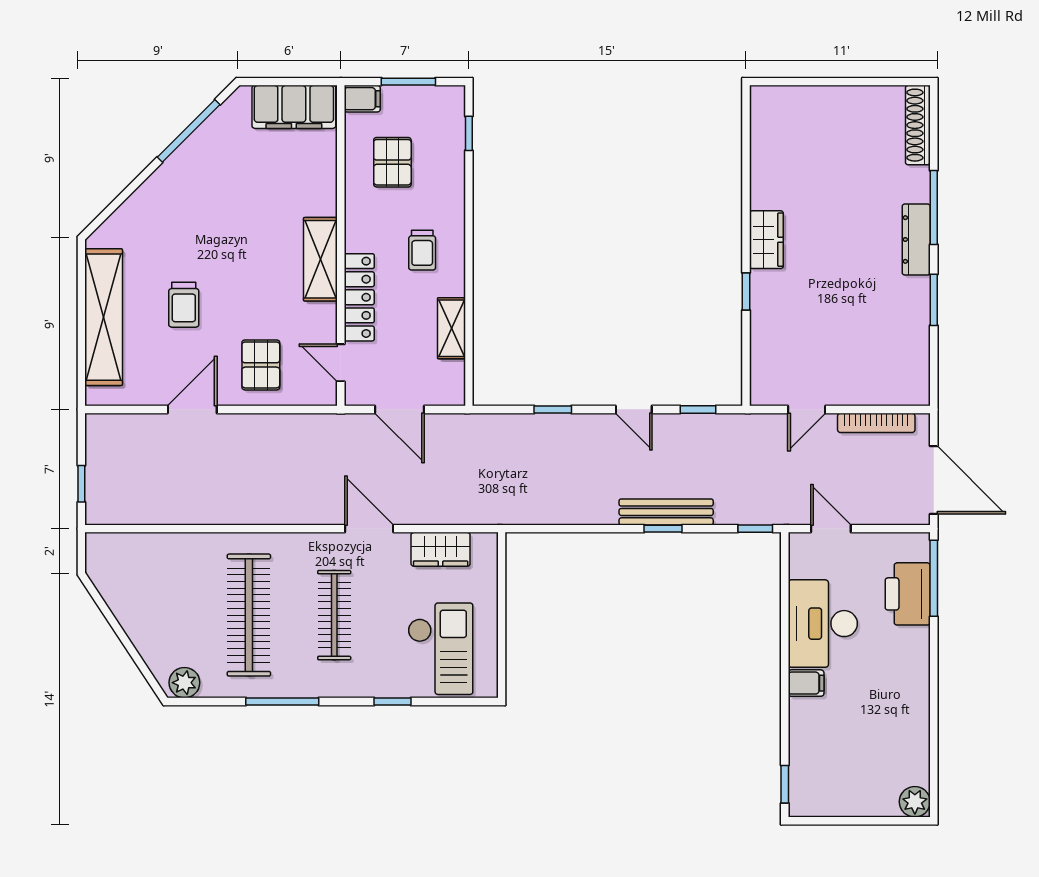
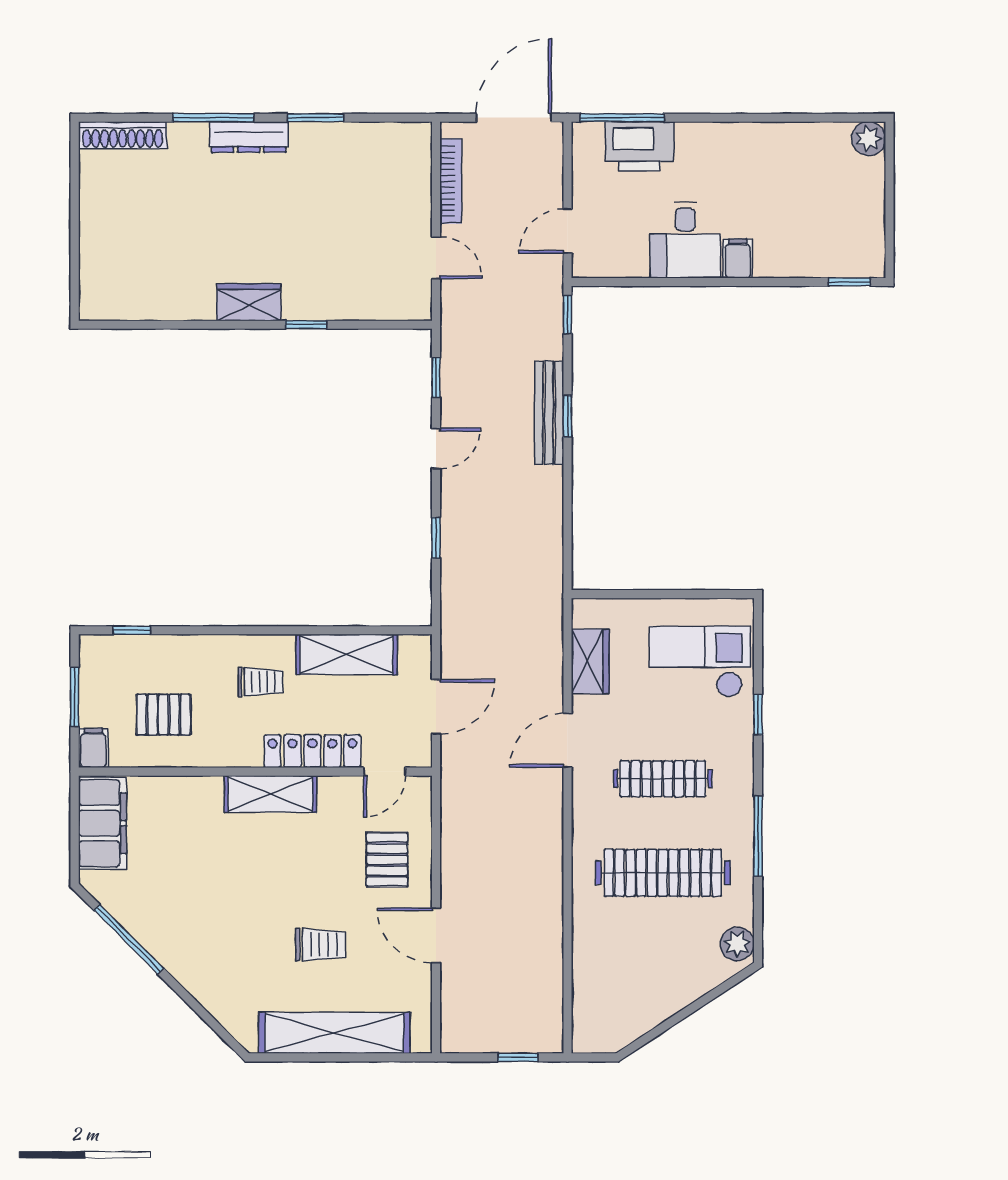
shelving: (451, 328) -> (347, 654), width x1.50, depth x1.33
pallet: (261, 365) -> (387, 860), turned 90
desk: (823, 624) -> (685, 240), width x0.73

